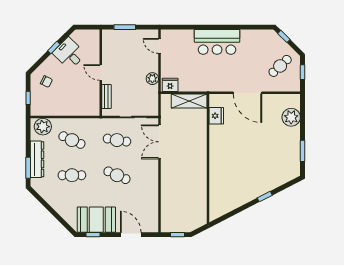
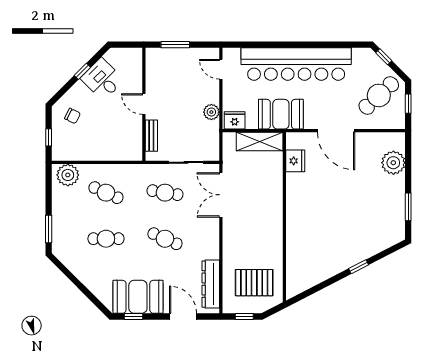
bar counter: (217, 42) -> (296, 64), width x1.86
cafe table: (280, 66) -> (379, 95), width x1.37, depth x1.35
booth: (205, 80) -> (281, 114), added
dresser: (37, 159) -> (211, 284), moved, turned 180
pallet: (185, 209) -> (254, 283), added

